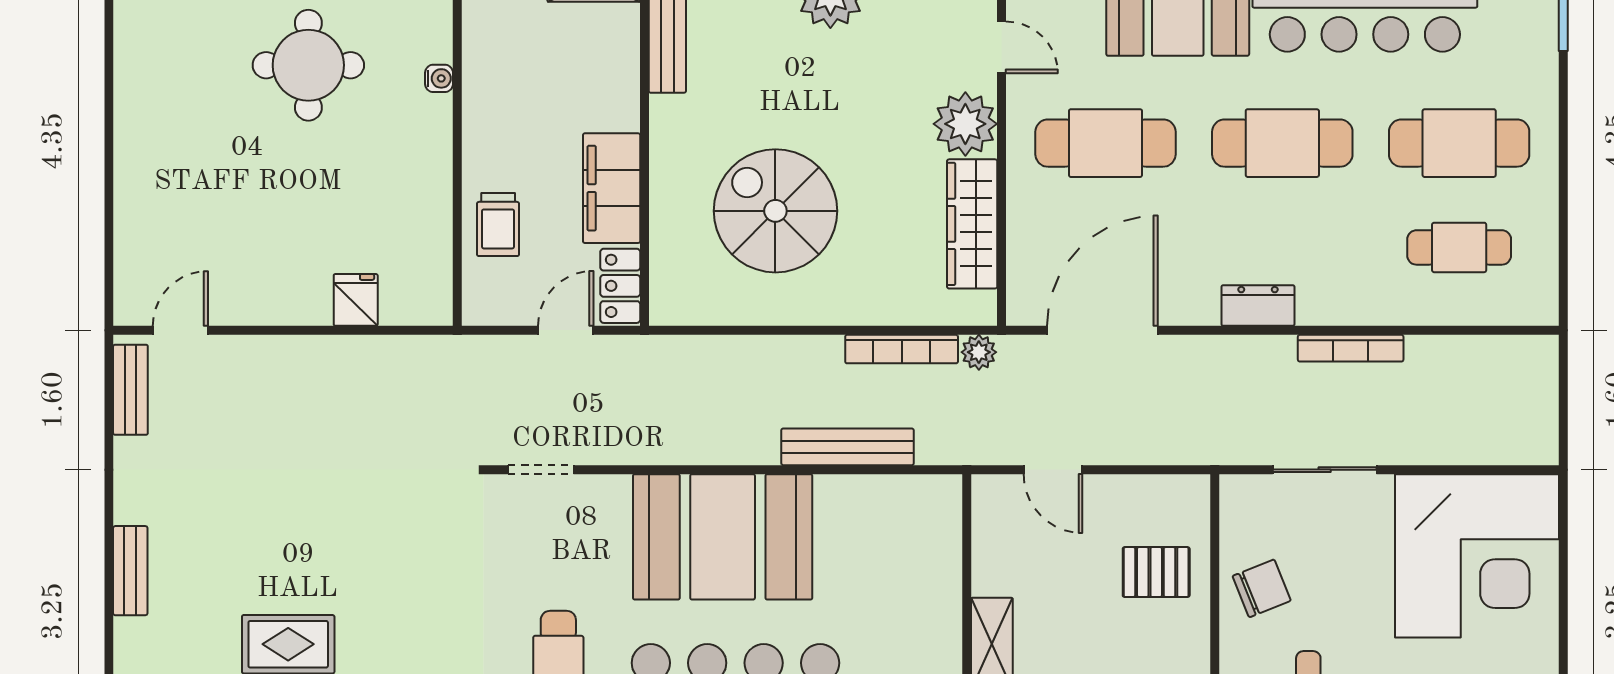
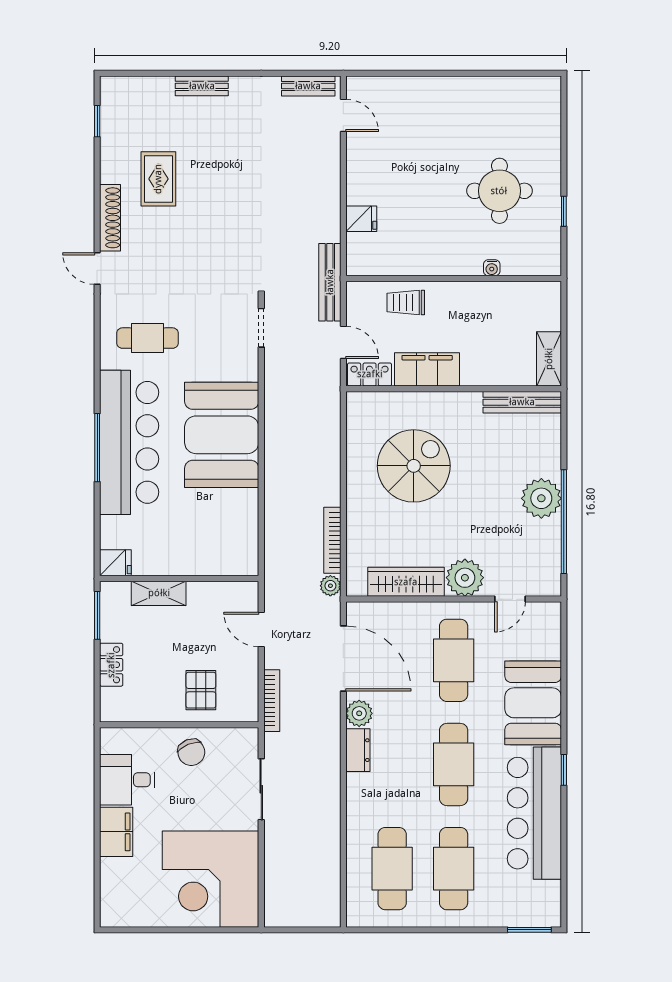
cafe table: (1459, 247) -> (392, 869), width x1.37, depth x1.35
plant: (1196, 303) -> (359, 713), added
bookcase: (1351, 348) -> (272, 701), moved, turned 180
bench: (848, 447) -> (330, 282), moved
door: (1053, 470) -> (261, 629), hinge flipped

